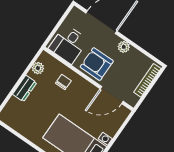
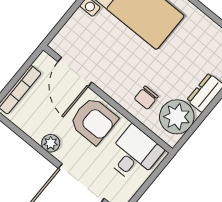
plant: (38, 68) -> (177, 117), width x1.88, depth x1.88
door: (112, 95) -> (75, 72), swing flipped

